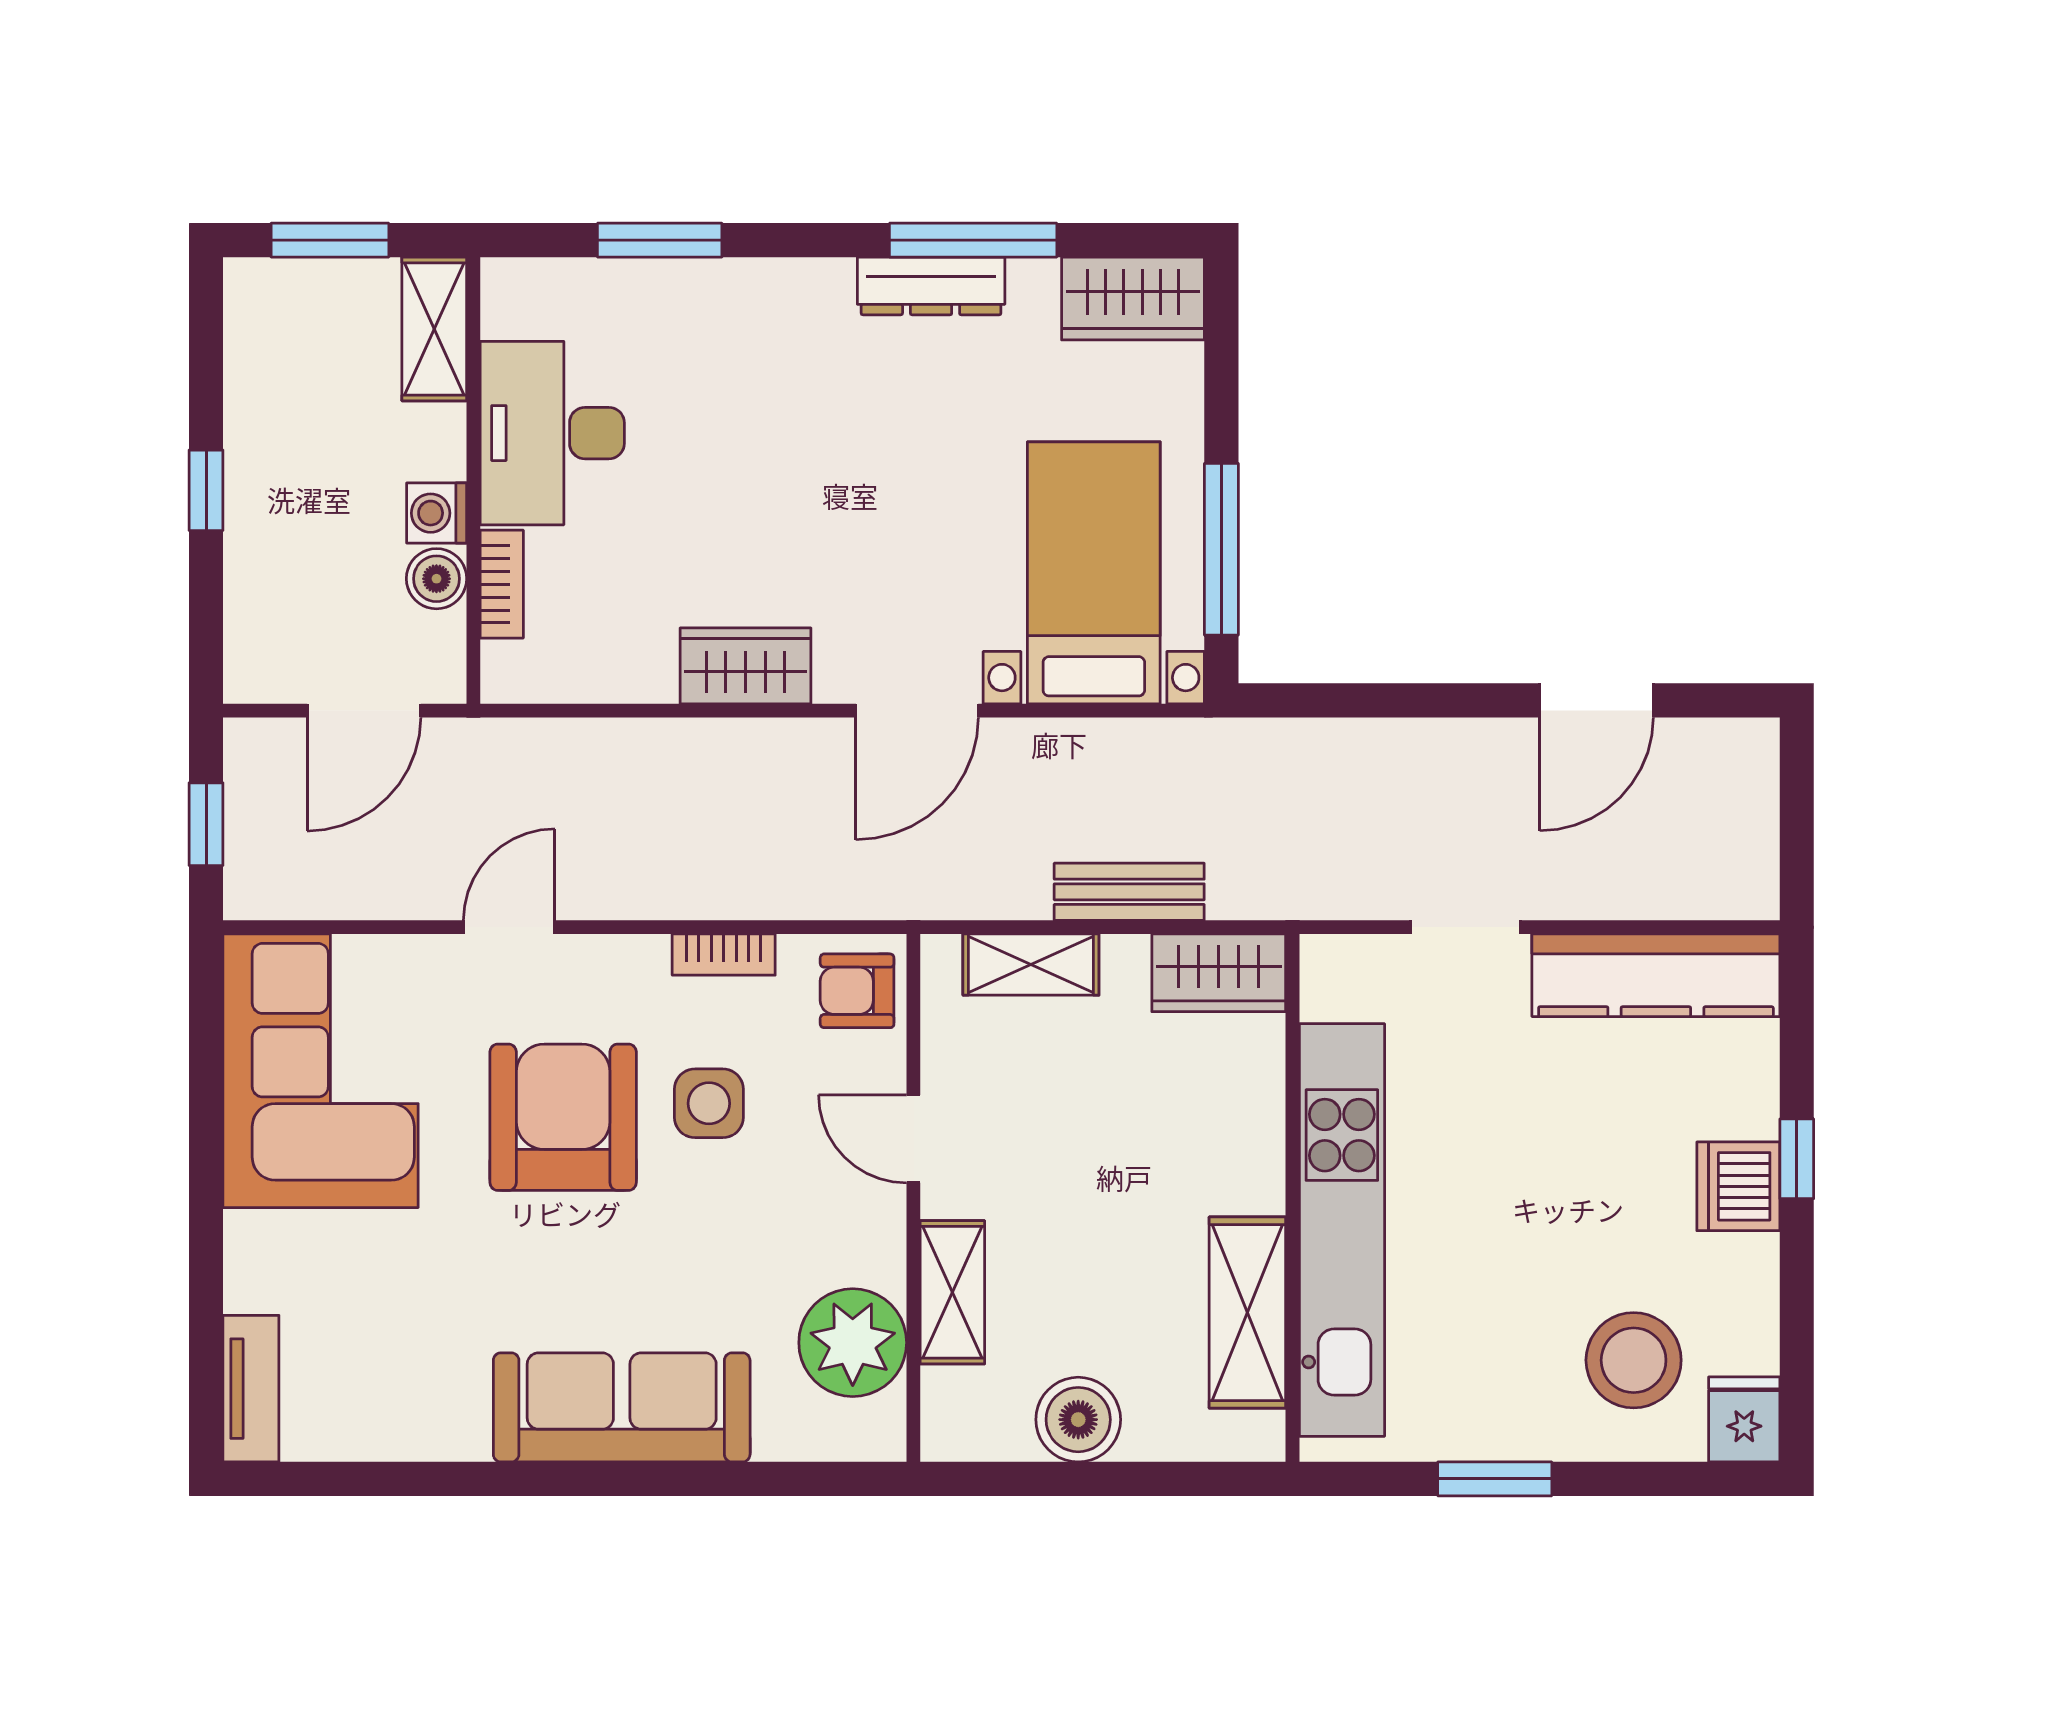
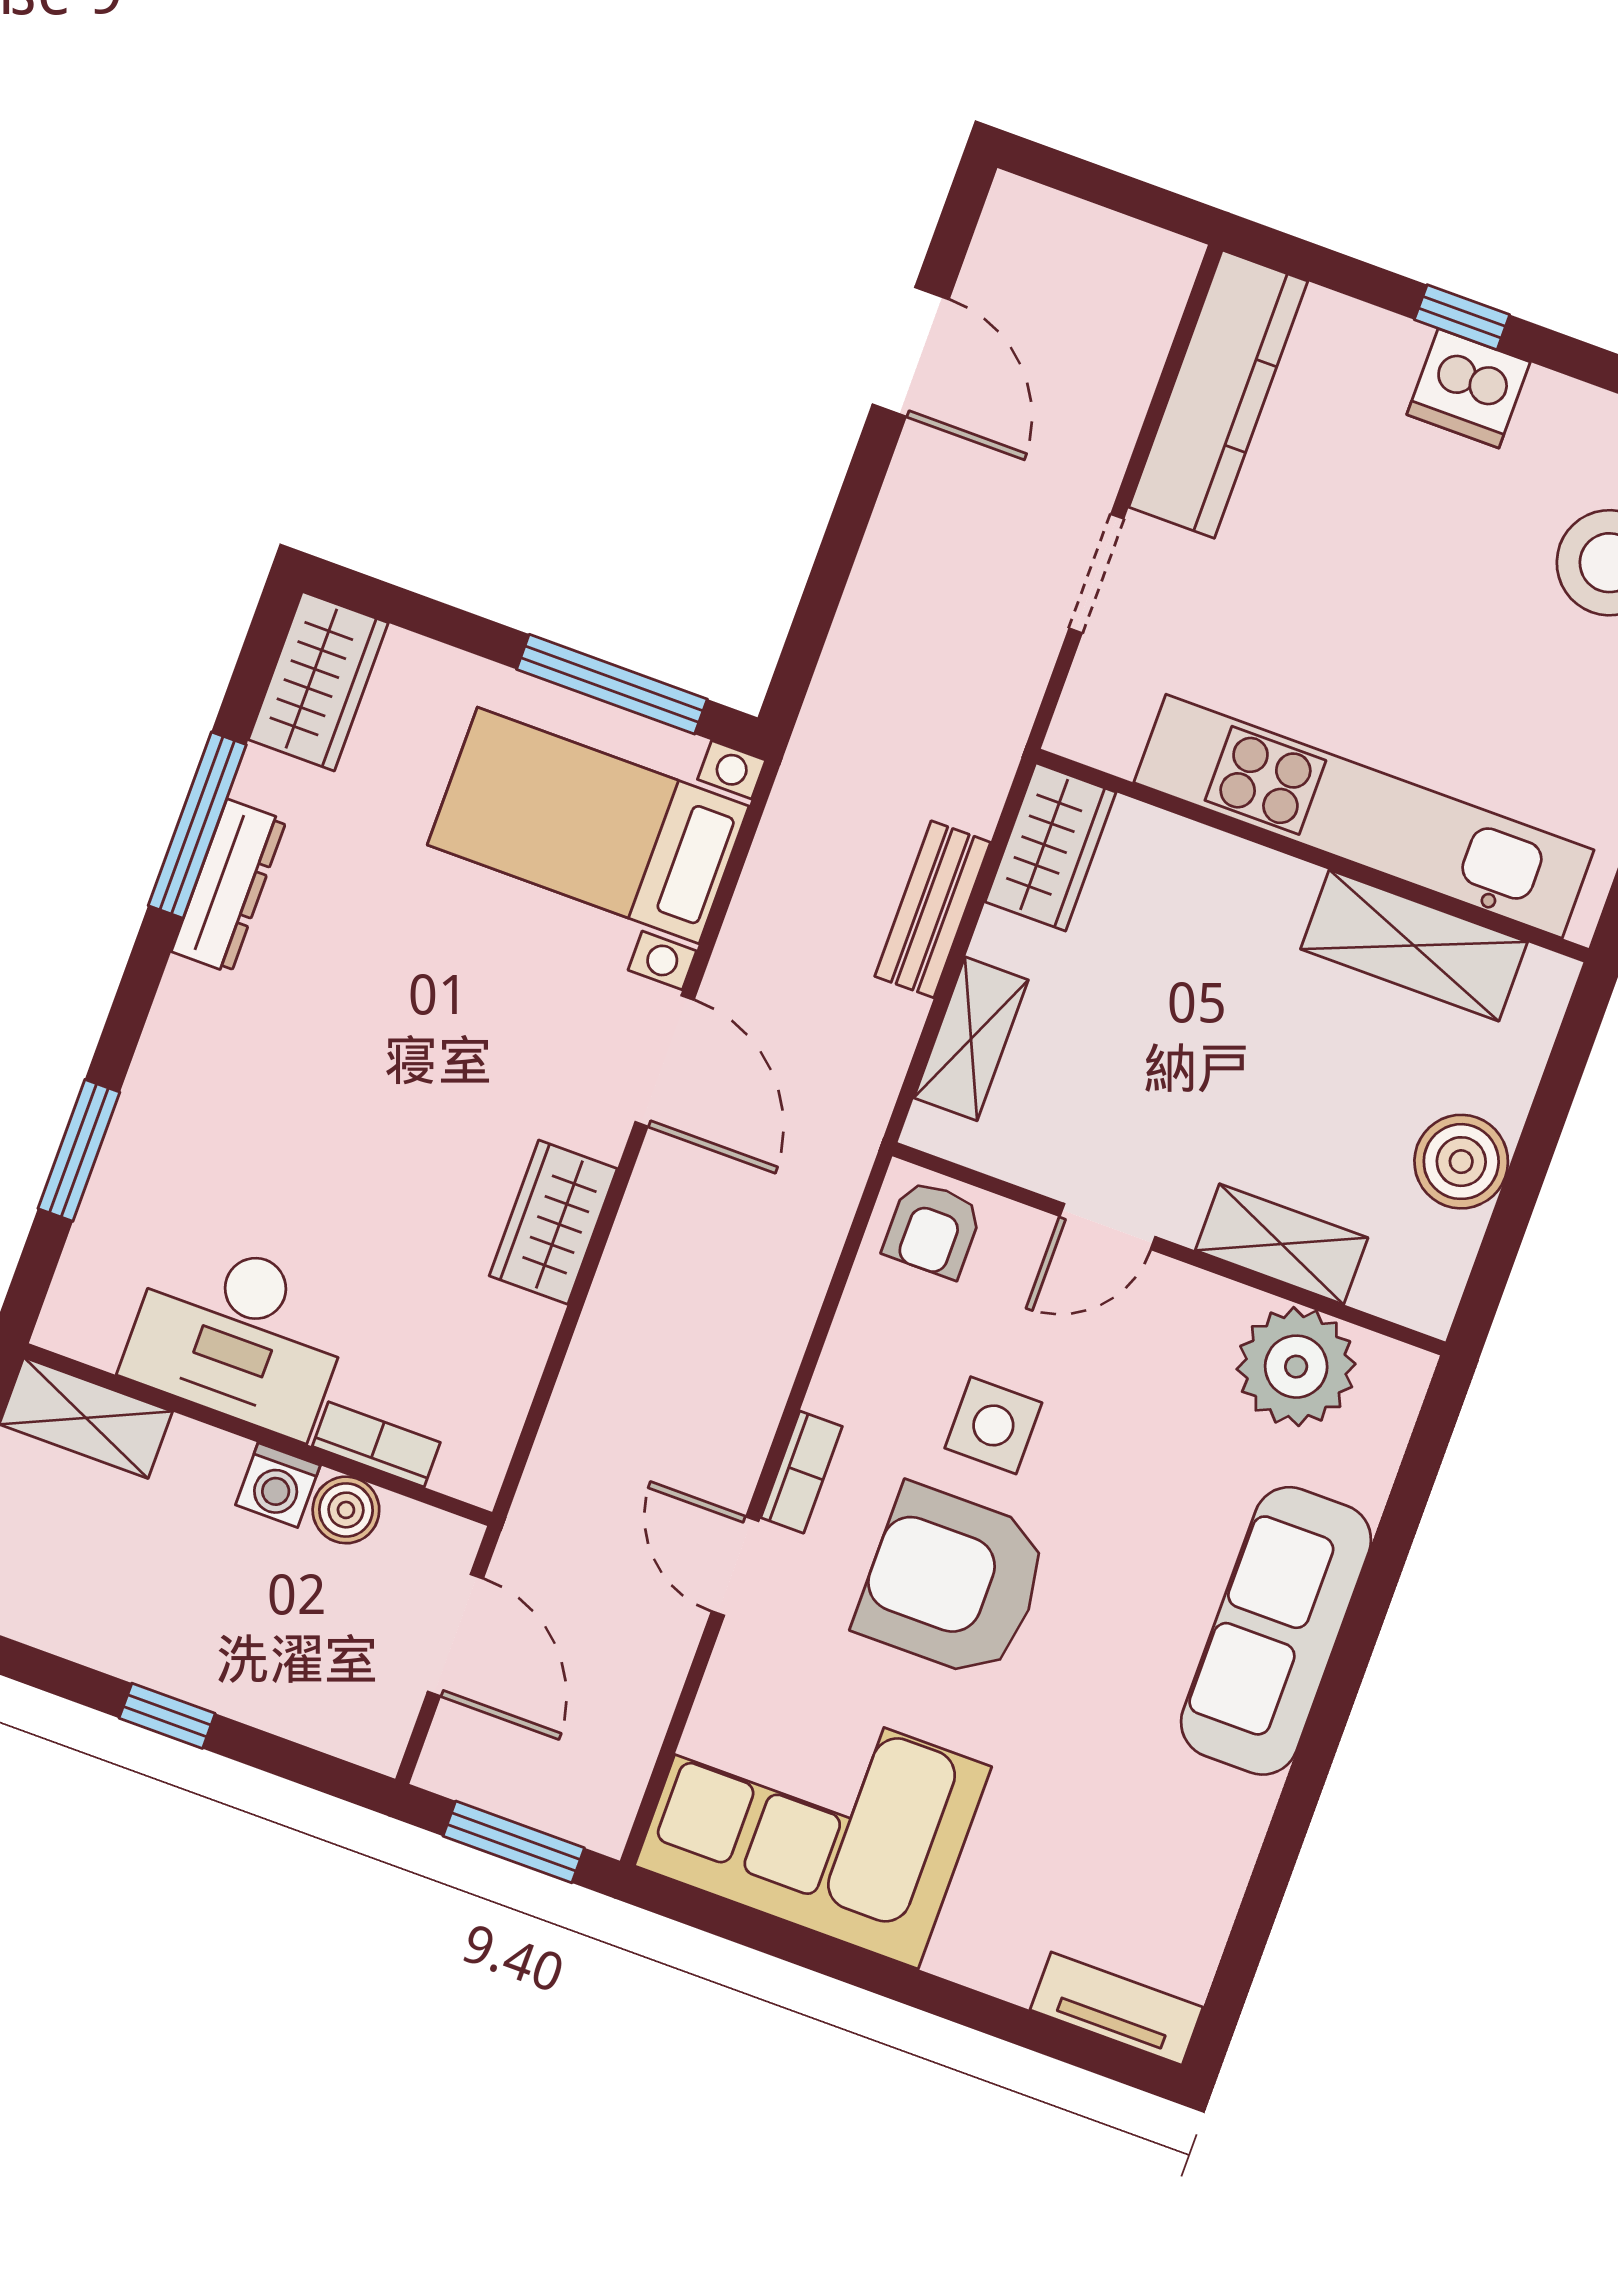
window: (206, 824) -> (514, 1842), width x1.50
bookcase: (724, 955) -> (802, 1472), moved

